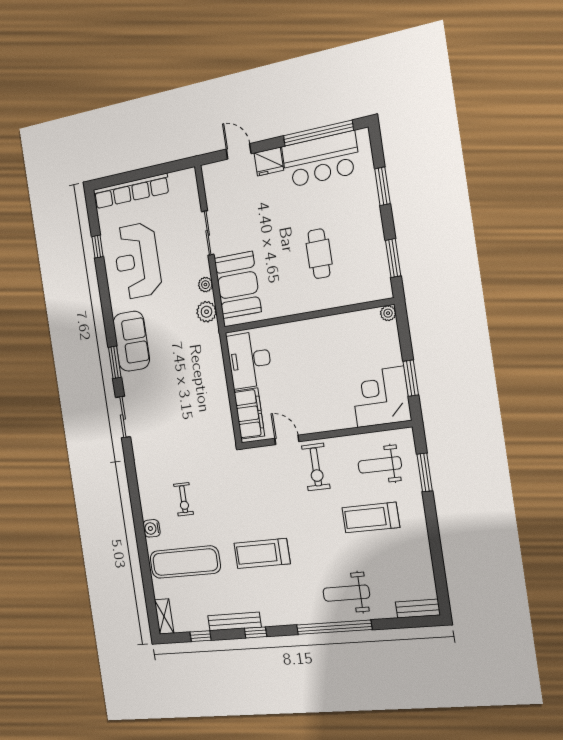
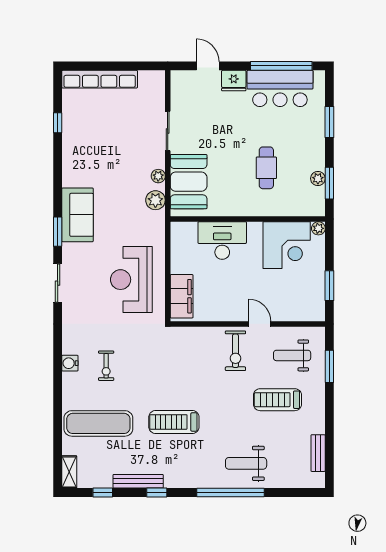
plant: (379, 255) -> (318, 179), added
reception desk: (137, 261) -> (131, 280), moved
desk: (249, 360) -> (222, 241), moved, turned 90
corner desk: (381, 397) -> (287, 245), moved, turned 180
door: (287, 440) -> (260, 324), moved
water cooler: (152, 528) -> (70, 363), moved
bench: (418, 609) -> (318, 453), moved, turned 90

